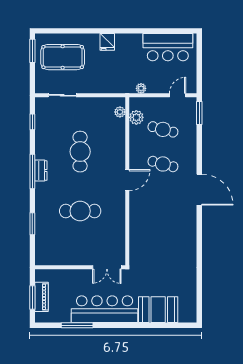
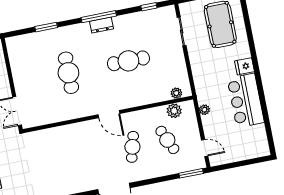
bar counter: (168, 47) -> (246, 100), moved
cafe table: (163, 129) -> (167, 140), turned -39

